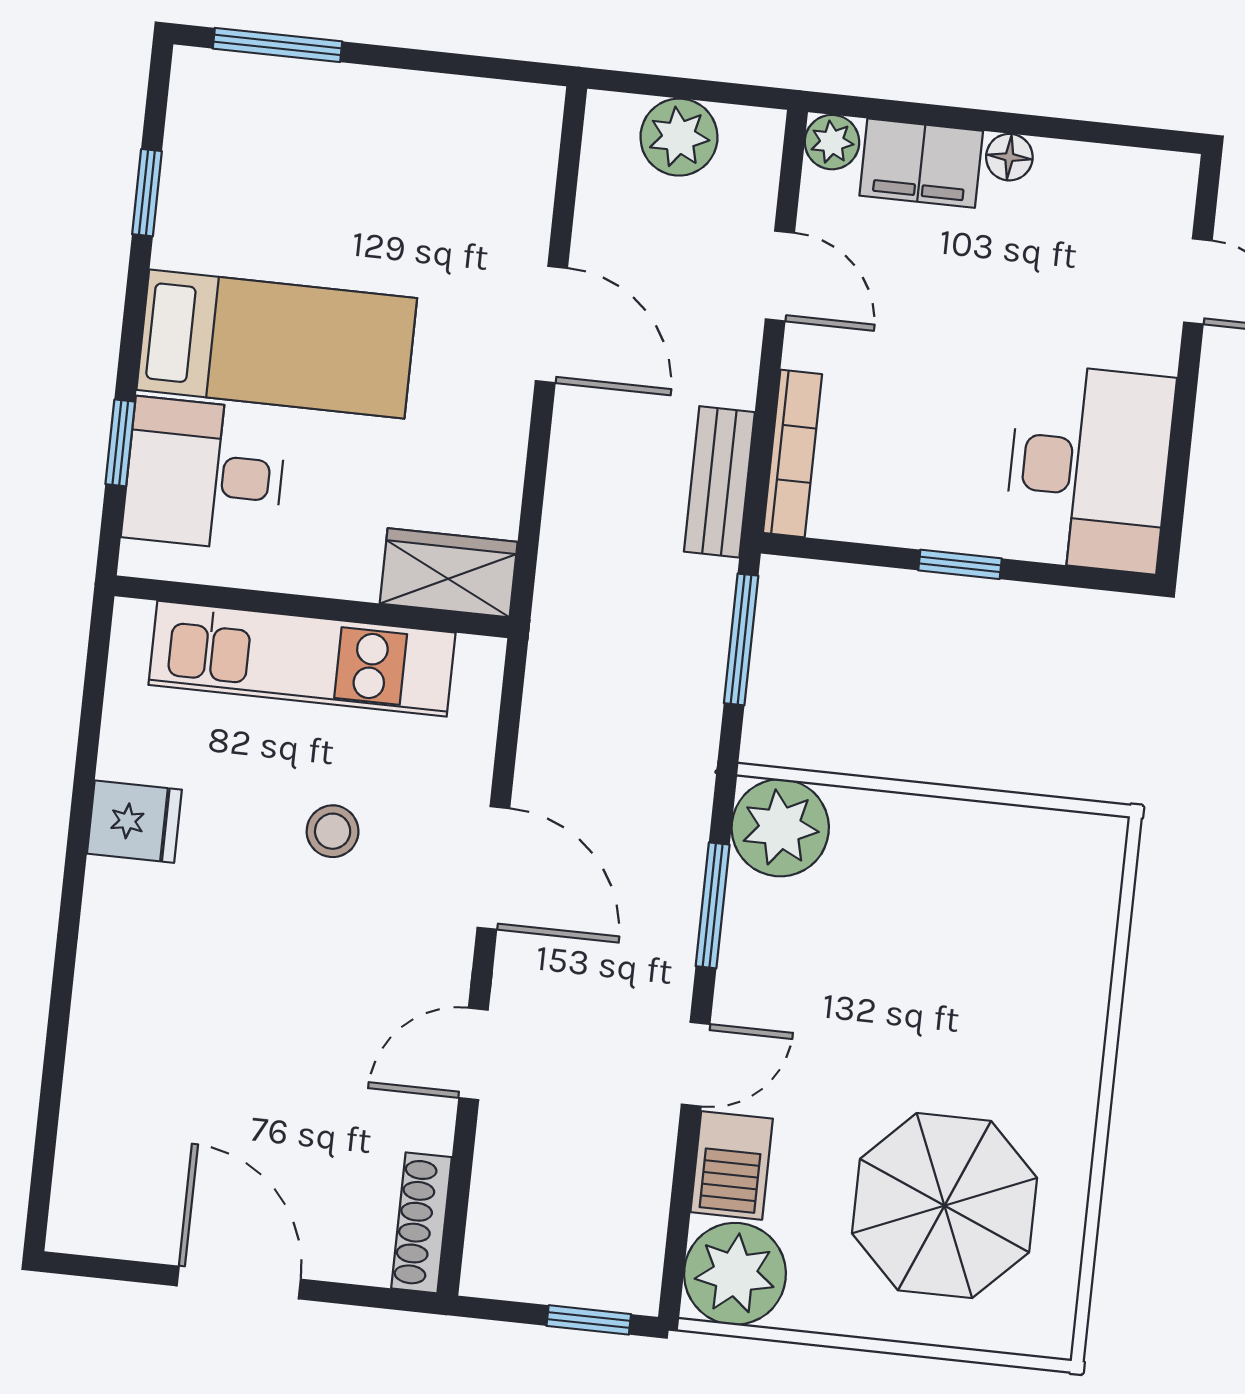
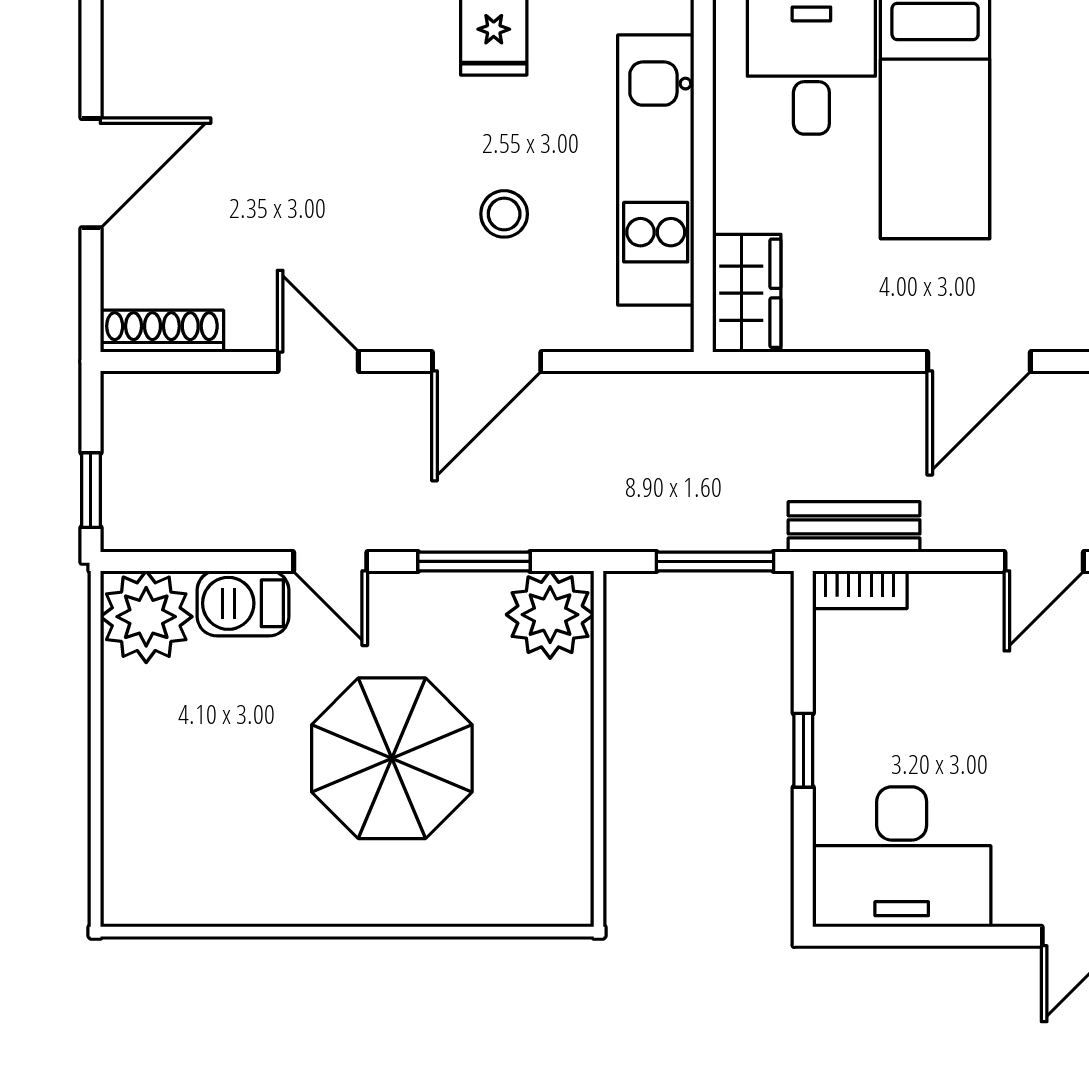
bookcase: (792, 453) -> (860, 590), width x0.64
parasol: (944, 1206) -> (392, 758), moved

